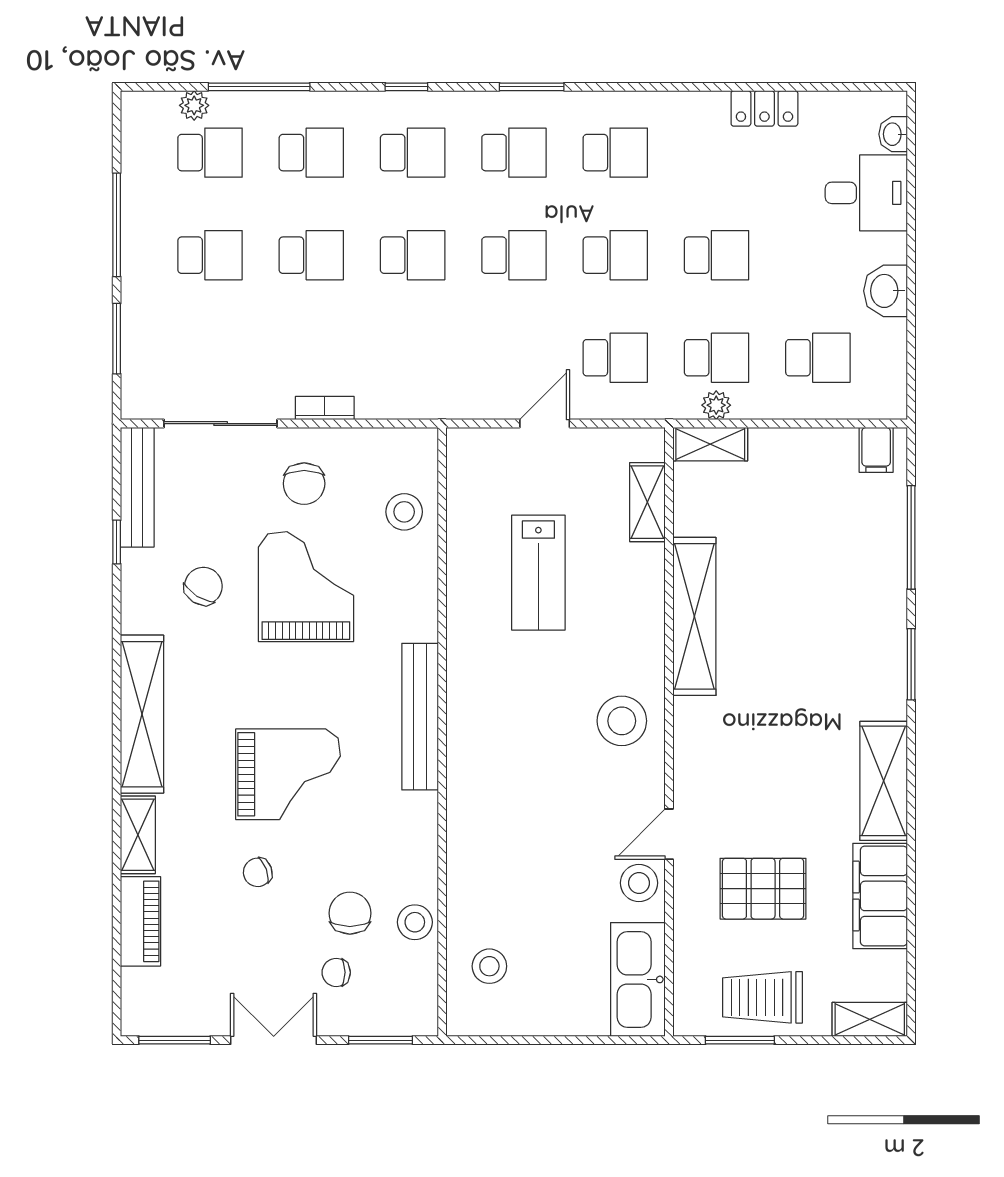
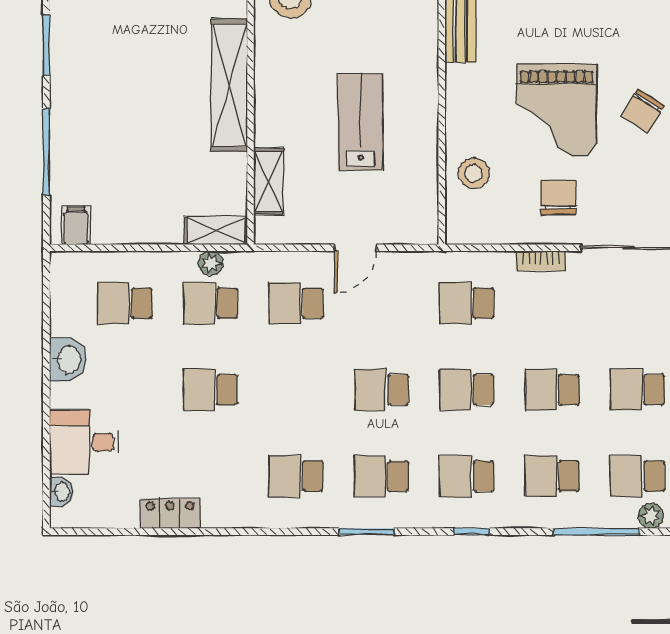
school desk: (615, 255) -> (467, 303), moved

